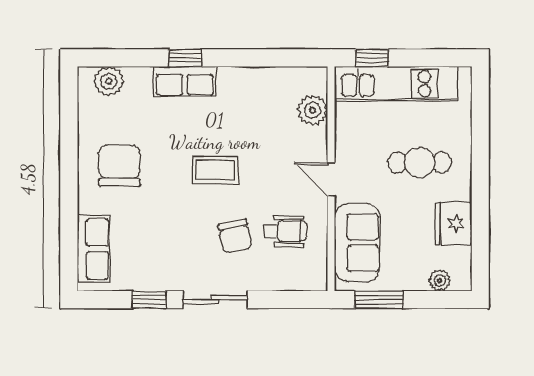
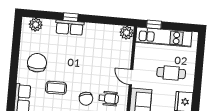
plant: (313, 110) -> (127, 33), moved
coffee table: (215, 170) -> (56, 88), moved

